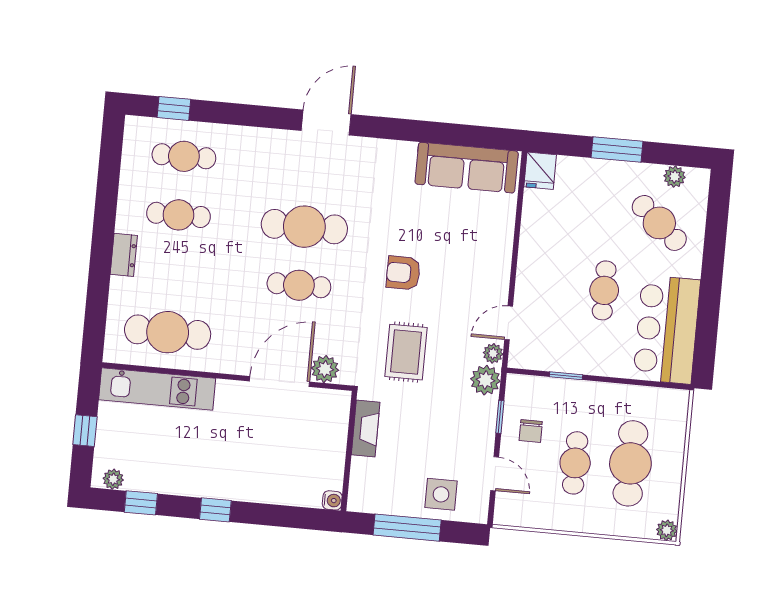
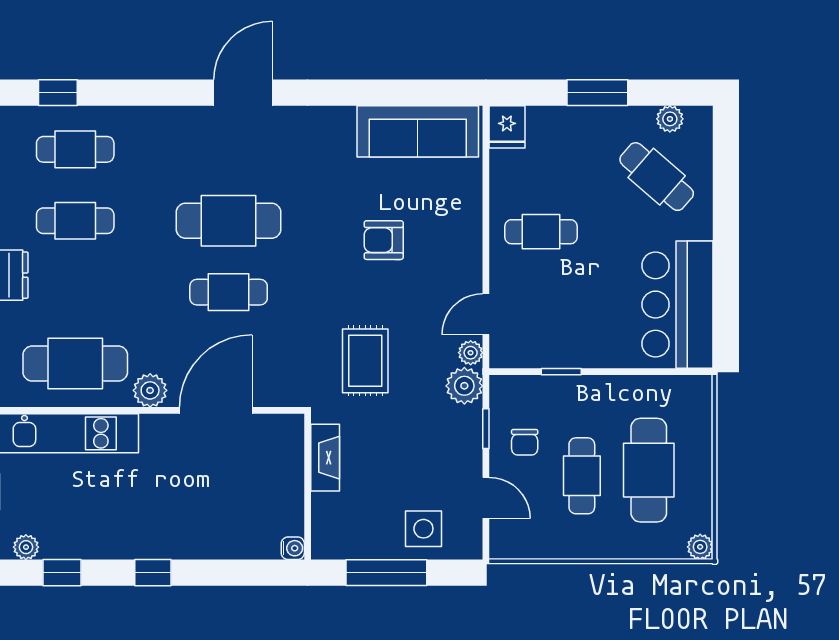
armchair: (403, 273) -> (384, 240), moved
cafe table: (604, 290) -> (541, 232), moved, turned 90
plant: (325, 369) -> (150, 390), moved

